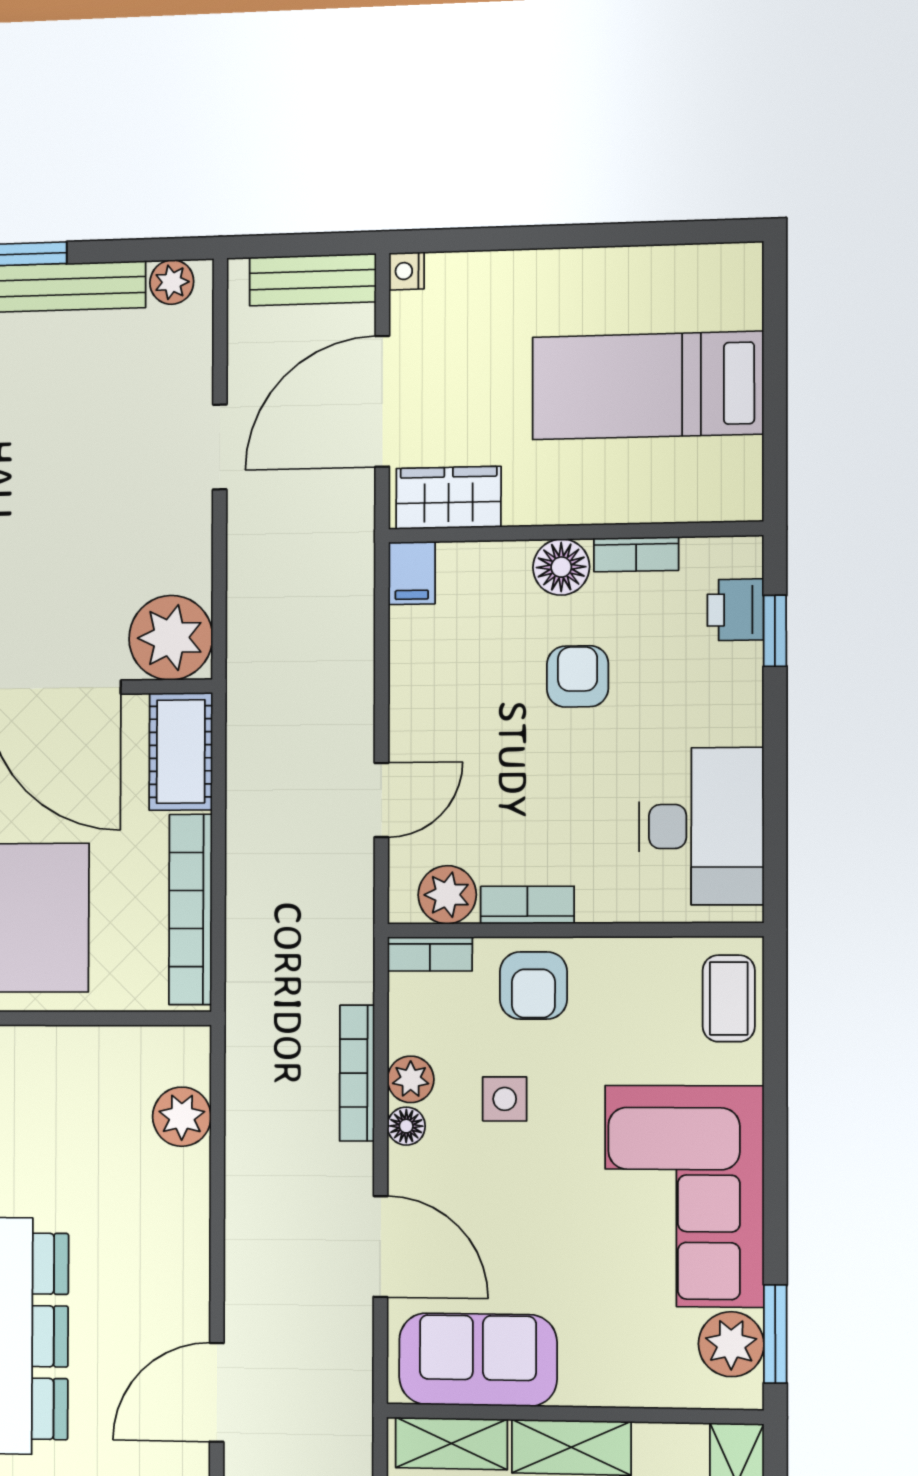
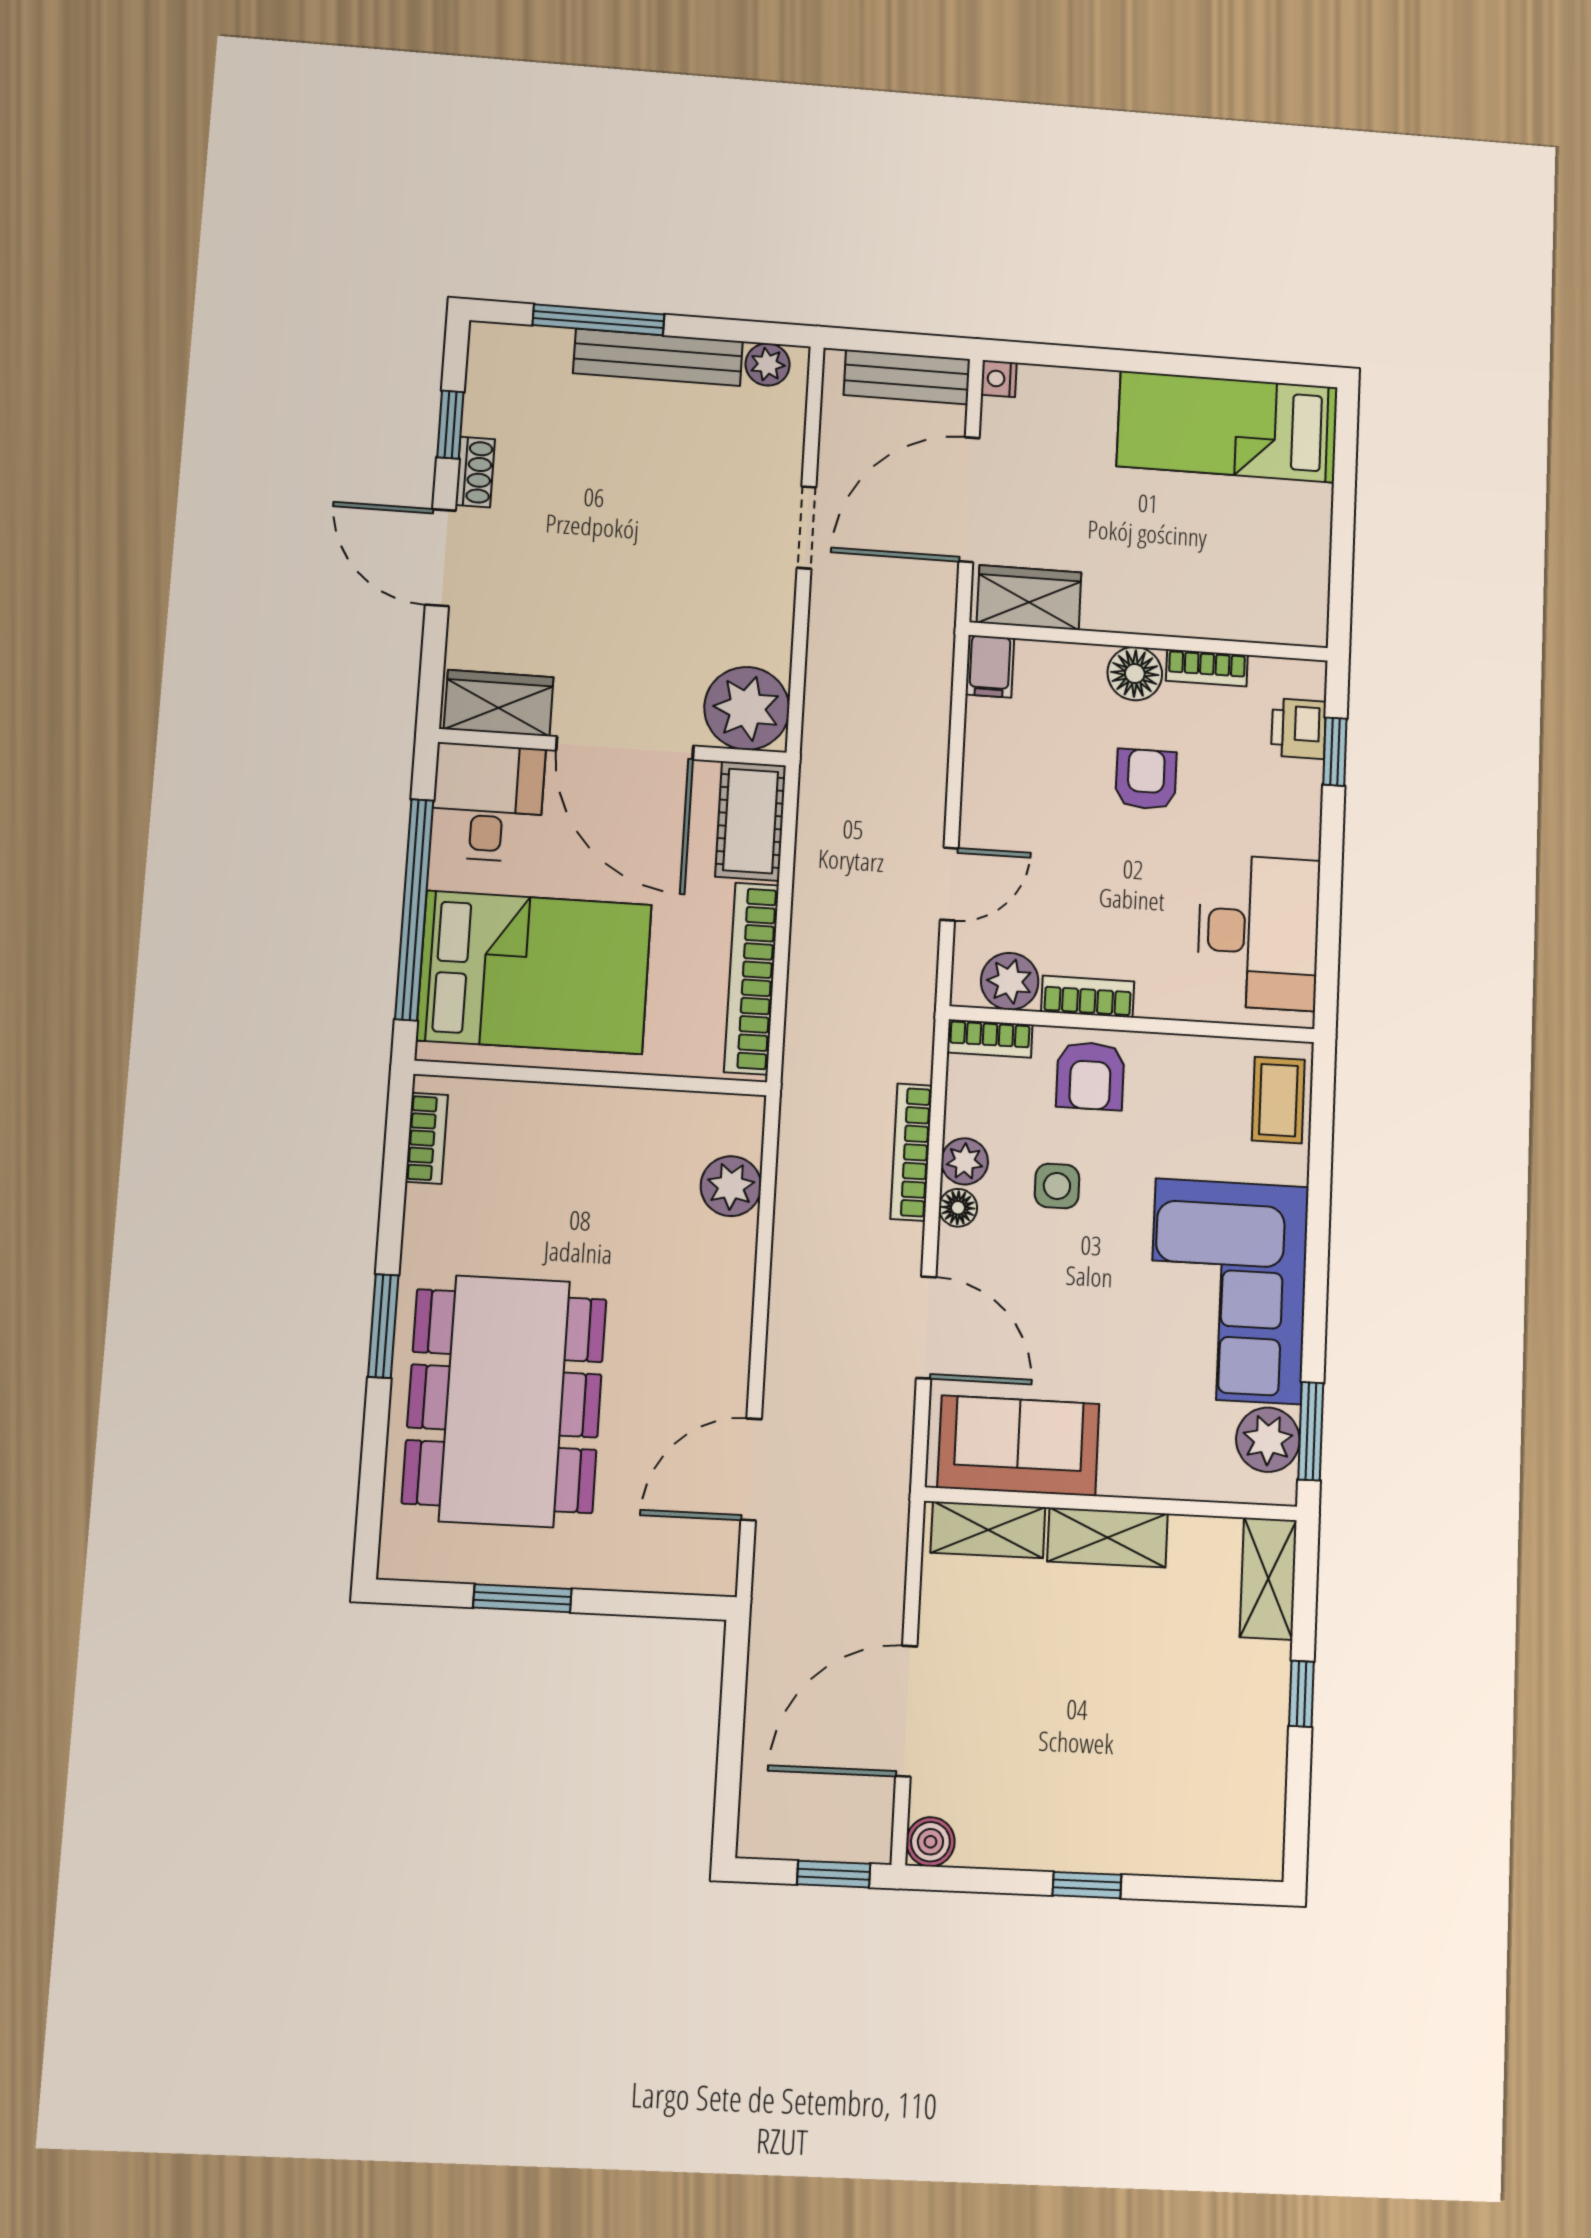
bed: (648, 385) -> (1227, 427), moved

